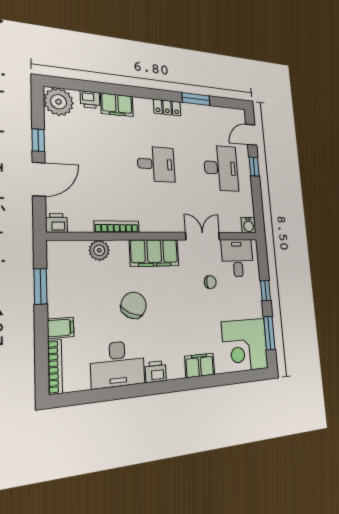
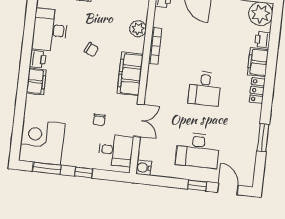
locker: (167, 108) -> (257, 90), moved
chair: (134, 305) -> (91, 50), width x0.54, depth x0.54
filing cabinet: (200, 365) -> (36, 81), moved

